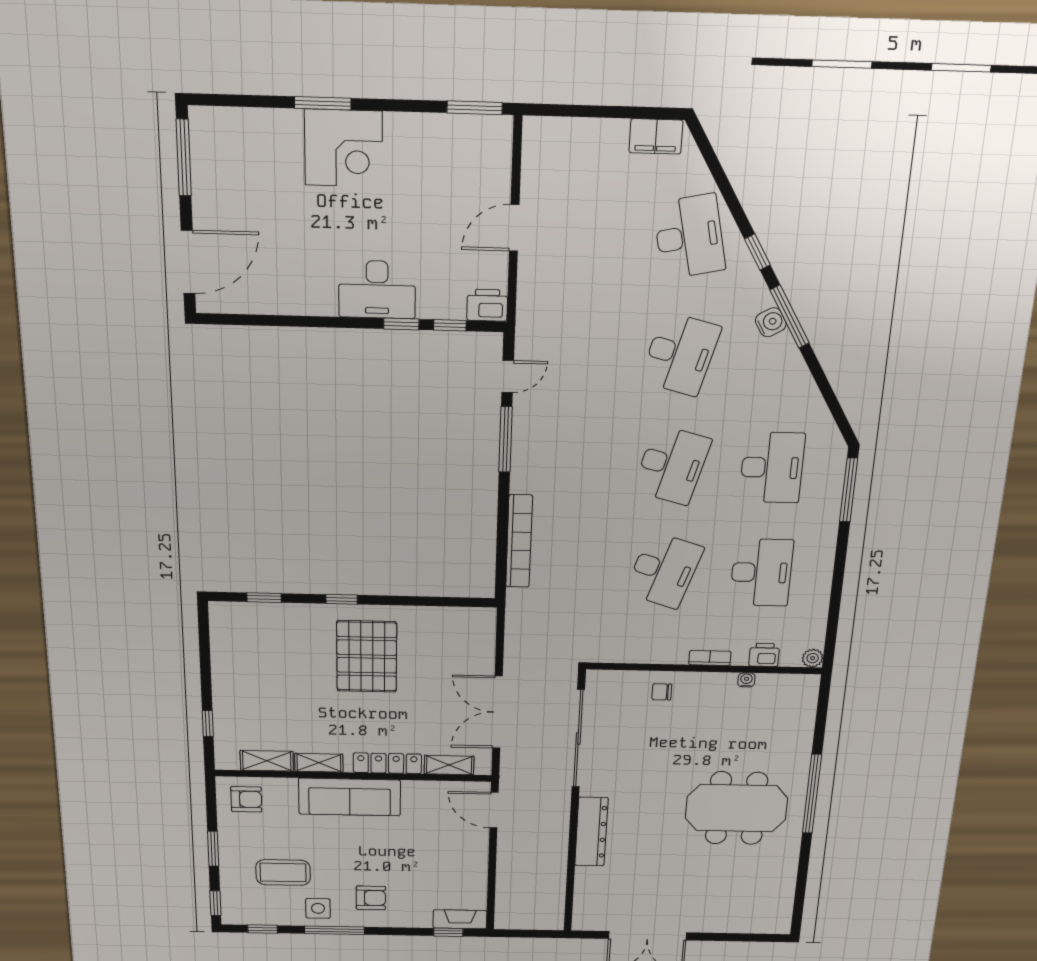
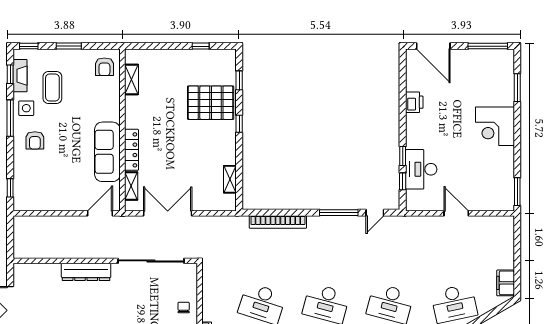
window: (323, 103) -> (517, 88), moved
desk: (377, 290) -> (421, 169), moved
printer: (487, 305) -> (414, 102), moved
door: (508, 377) -> (375, 213), hinge flipped
pallet: (367, 656) -> (211, 103), moved
window: (208, 724) -> (201, 46), moved
shelving: (319, 763) -> (230, 179), moved
sofa: (350, 797) -> (107, 152), moved
fireplace: (460, 919) -> (20, 76), moved

